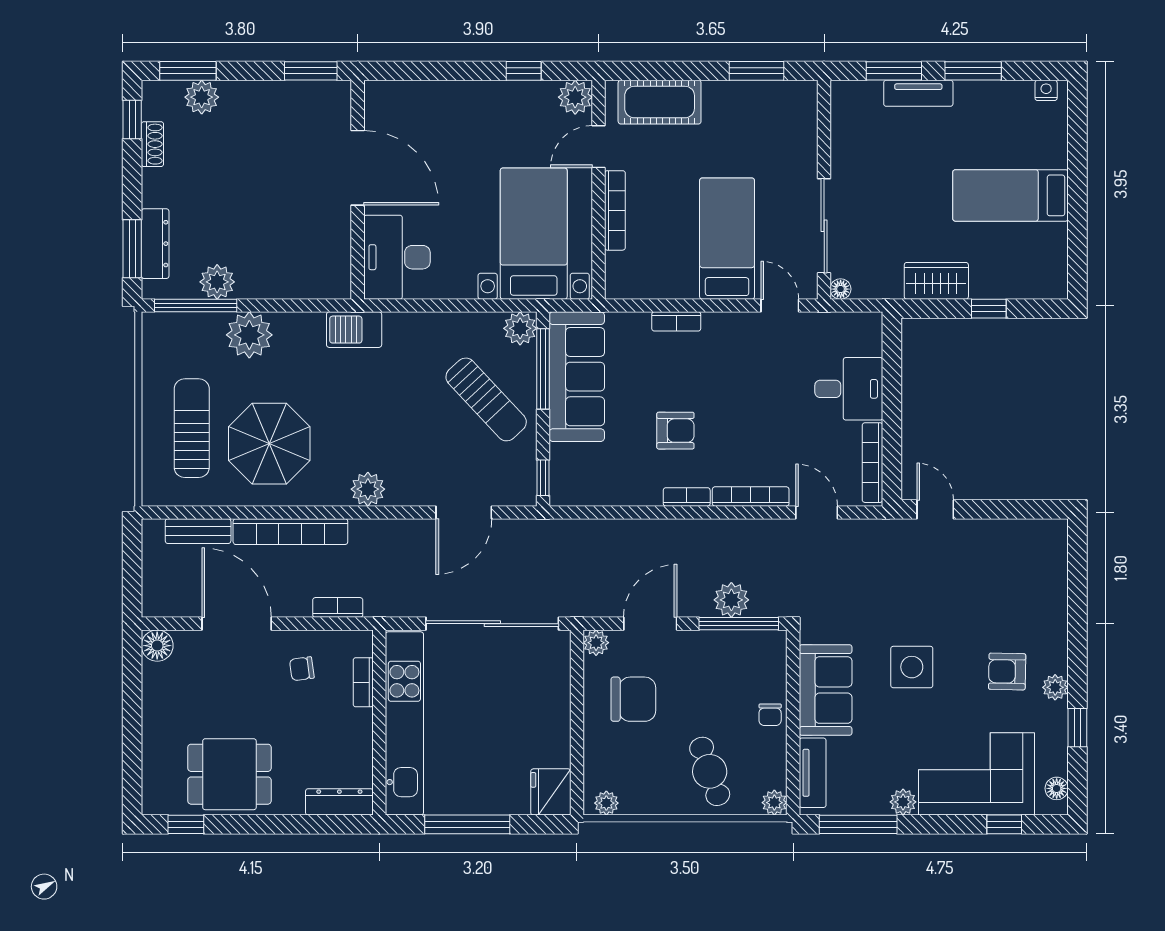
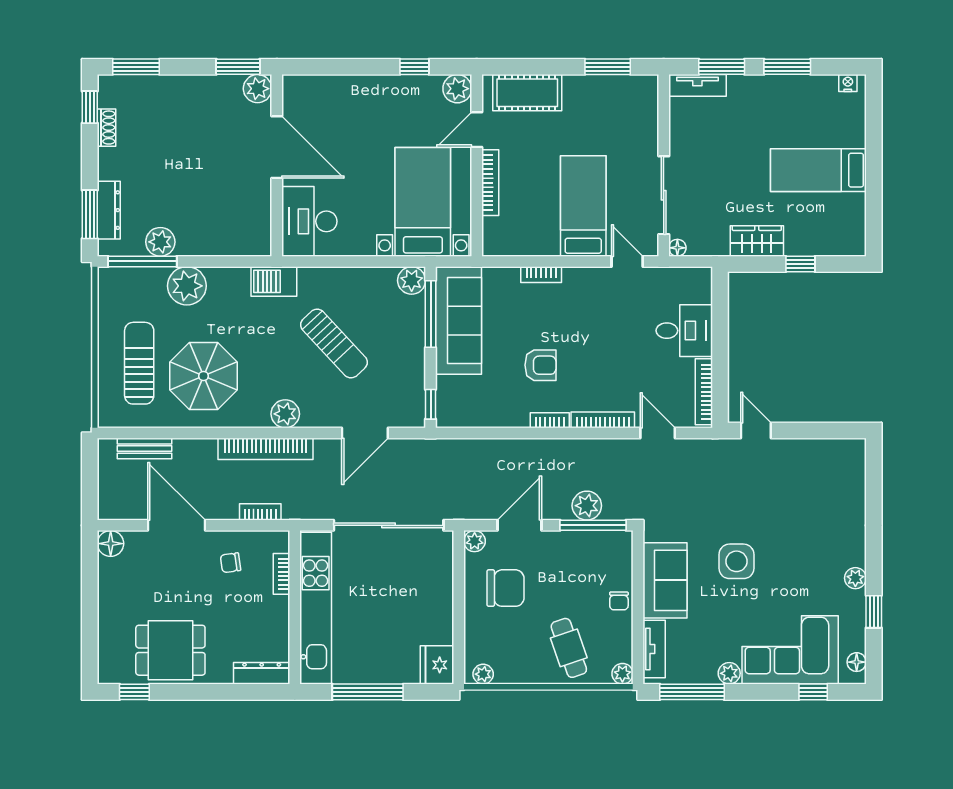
tv unit: (918, 93) -> (697, 85), moved
plant: (202, 97) -> (258, 89), moved
sun lounger: (486, 399) -> (334, 344), moved
bookcase: (290, 532) -> (266, 449), moved
armchair: (1007, 672) -> (816, 565), removed

